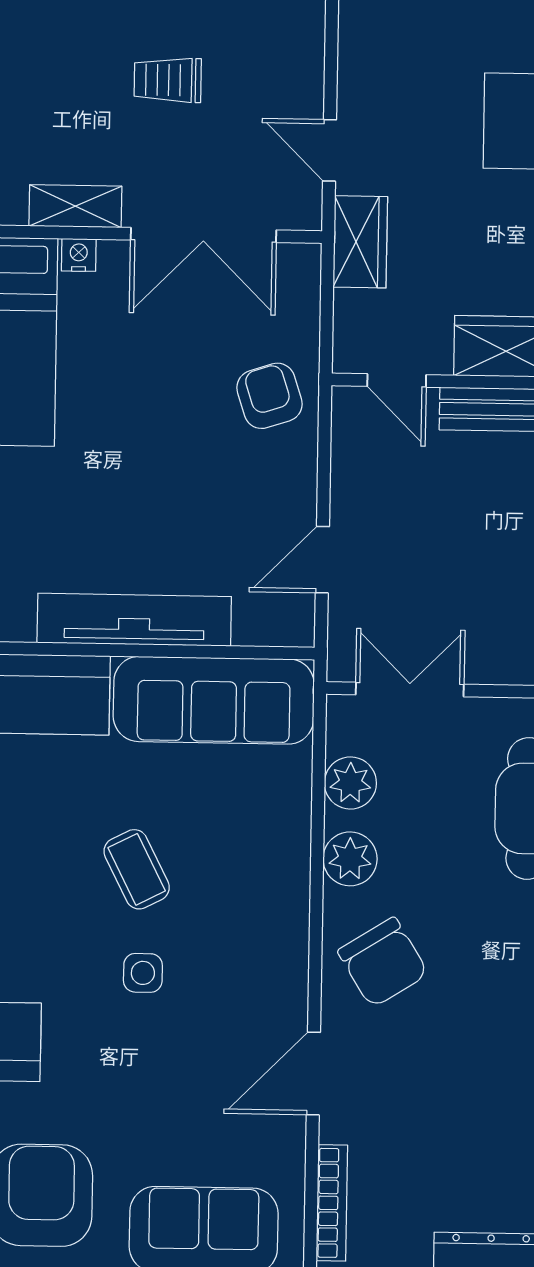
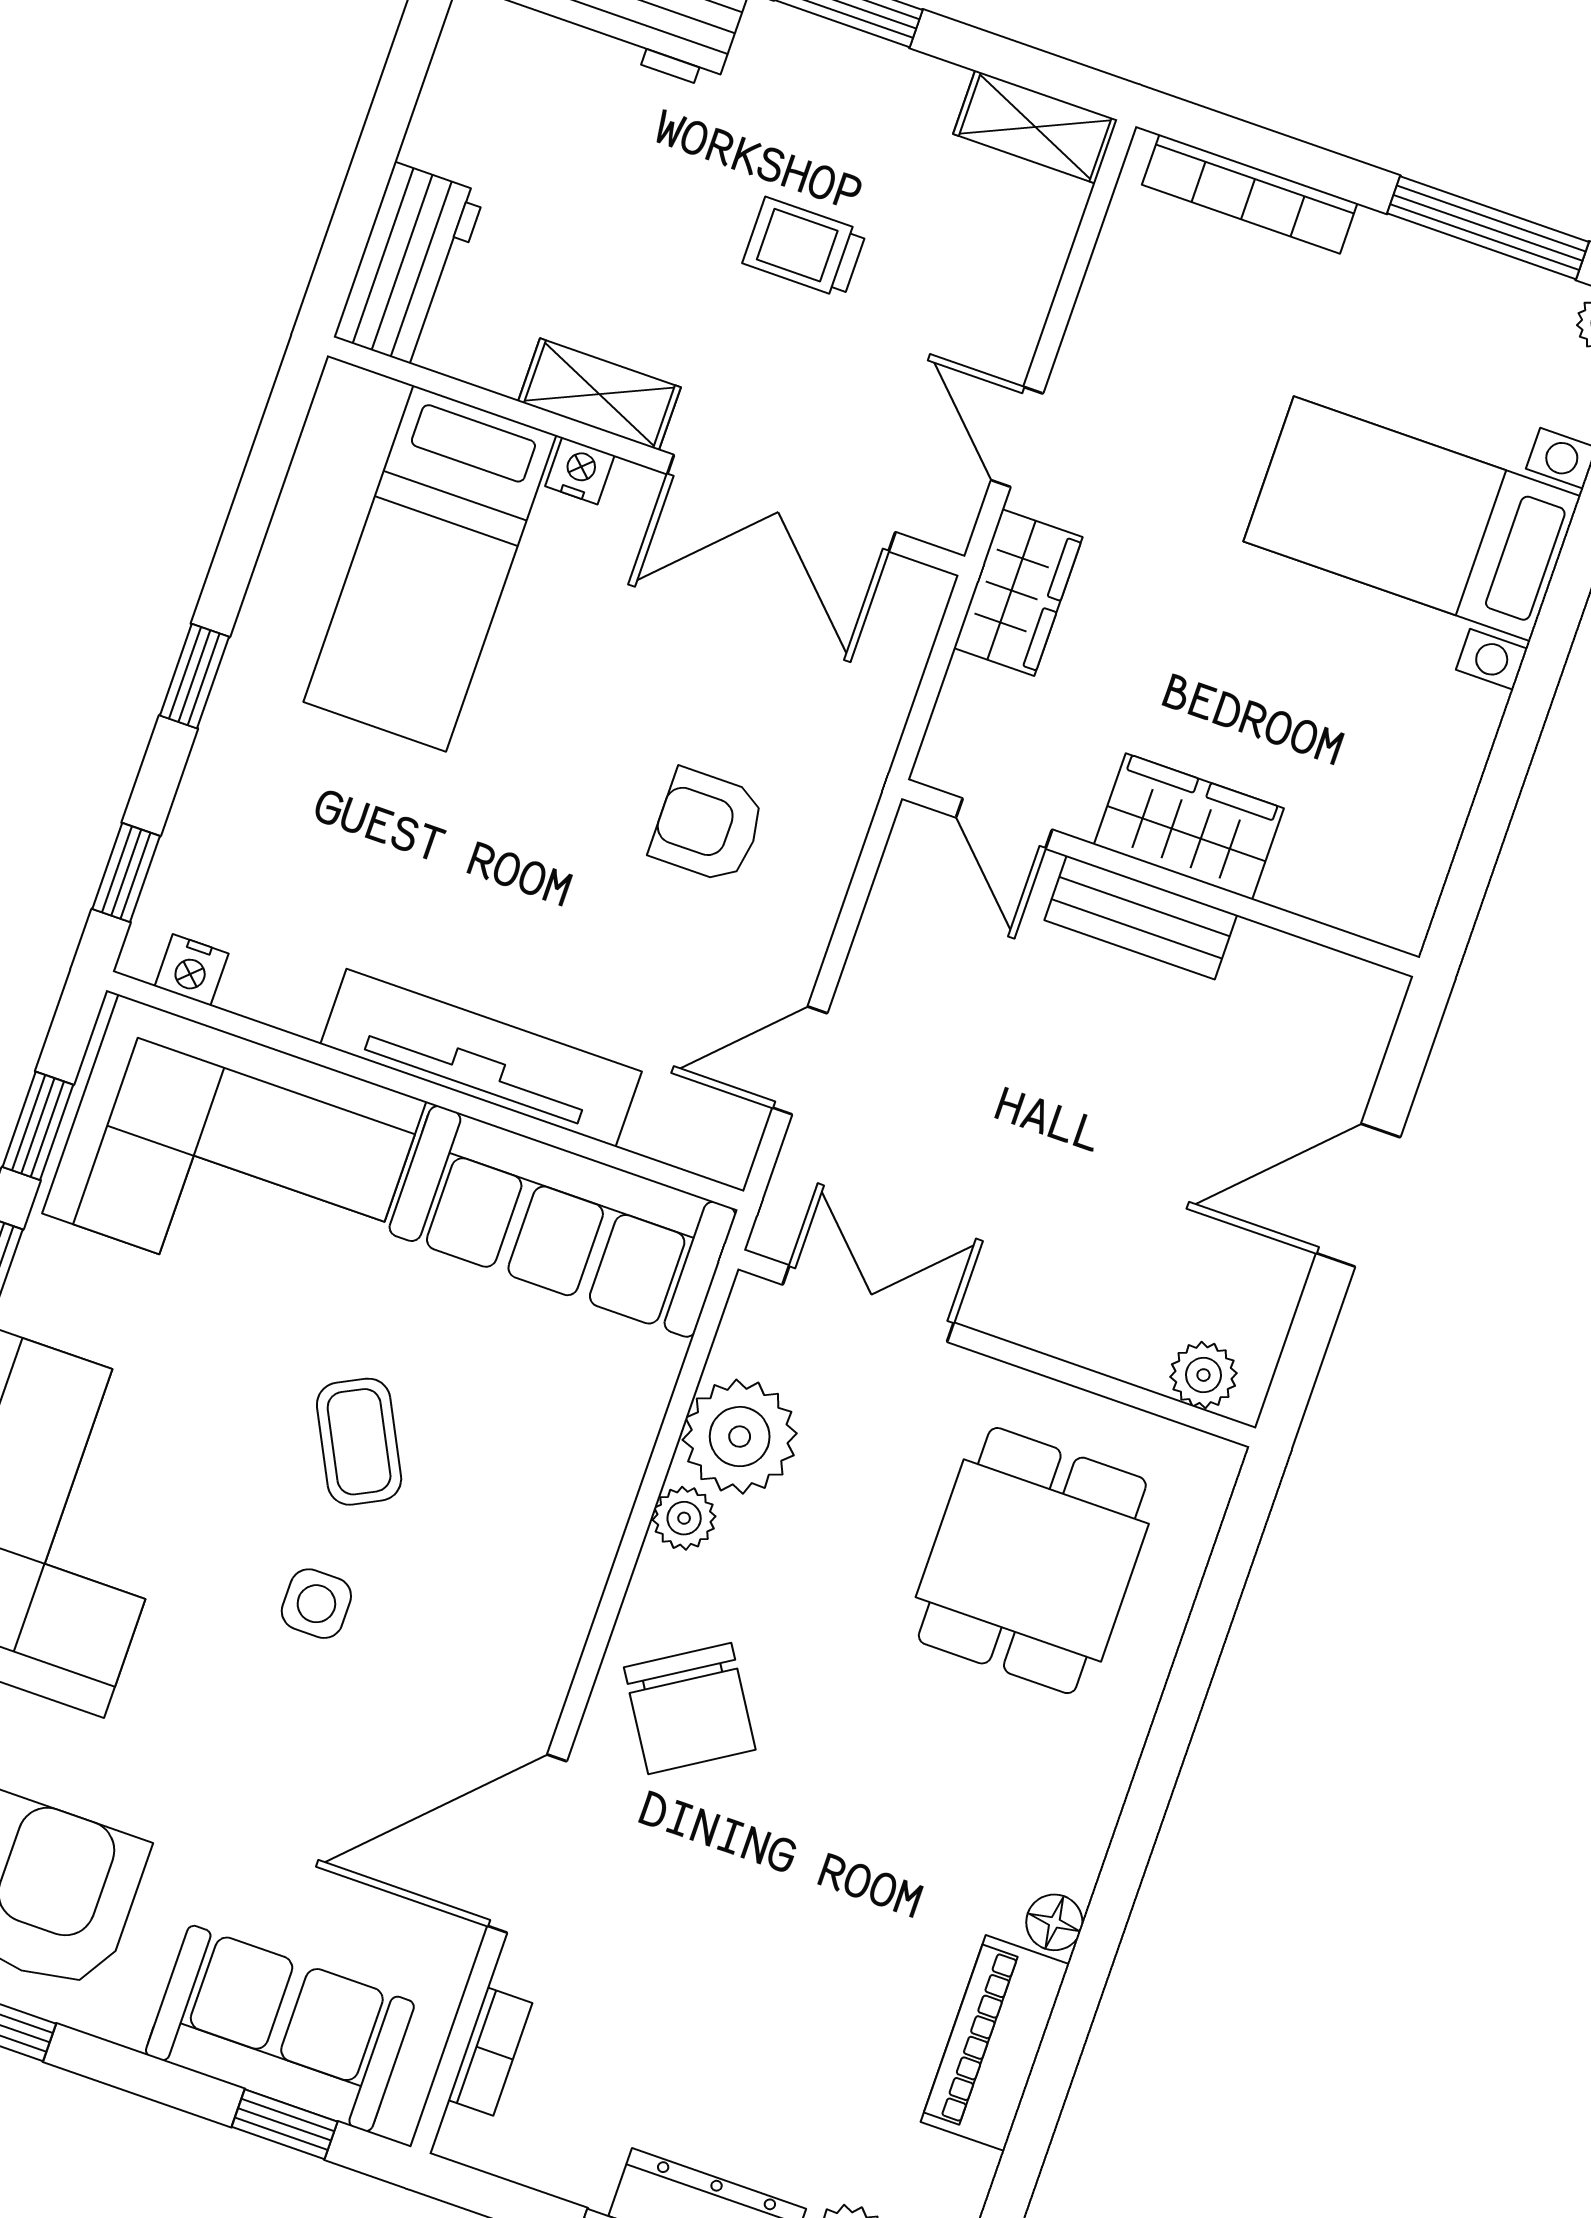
armchair: (269, 396) -> (708, 826), moved, turned -72
plant: (350, 783) -> (740, 1437), width x1.36, depth x1.36
plant: (350, 859) -> (684, 1518), width x0.73, depth x0.73
door: (313, 1073) -> (527, 1844), width x1.36
bookcase: (332, 1203) -> (490, 2051), width x0.64

